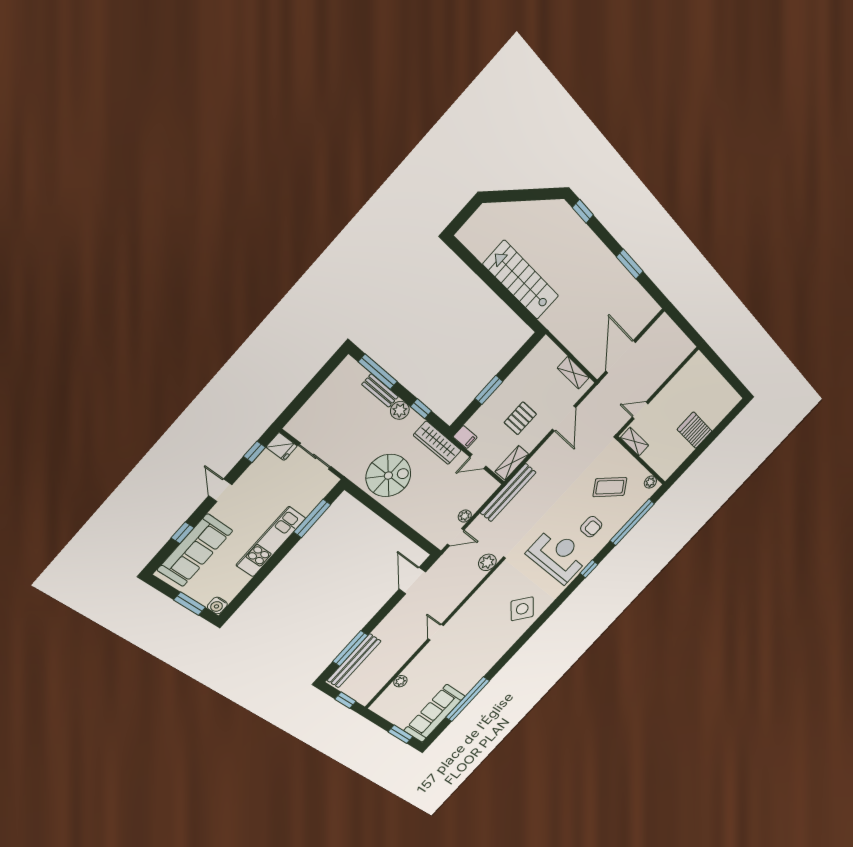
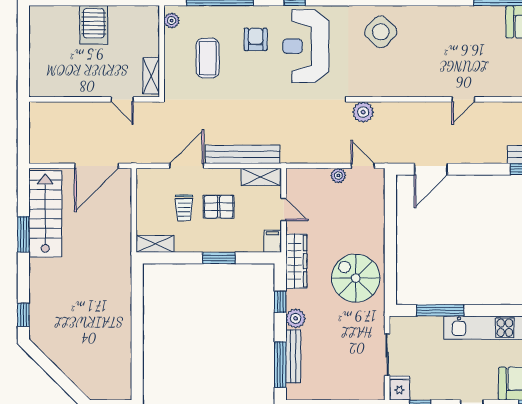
stairs: (521, 280) -> (45, 214), moved, turned 180
shelving: (573, 373) -> (155, 244), moved, turned 90
bench: (380, 391) -> (293, 356), width x1.36
trolley: (542, 394) -> (184, 208), added
coffee table: (610, 487) -> (208, 58), turned 39
bench: (508, 493) -> (243, 154), moved

